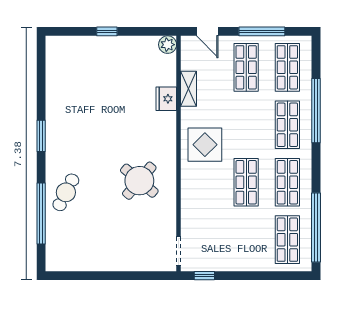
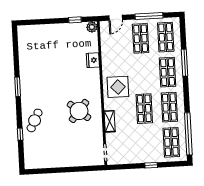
window: (107, 31) -> (75, 20), moved
door: (207, 31) -> (116, 18), hinge flipped
shelving: (188, 89) -> (110, 121), moved
window: (316, 111) -> (185, 63), width x0.68
window: (41, 213) -> (20, 134), width x0.32
window: (204, 276) -> (151, 165), moved

